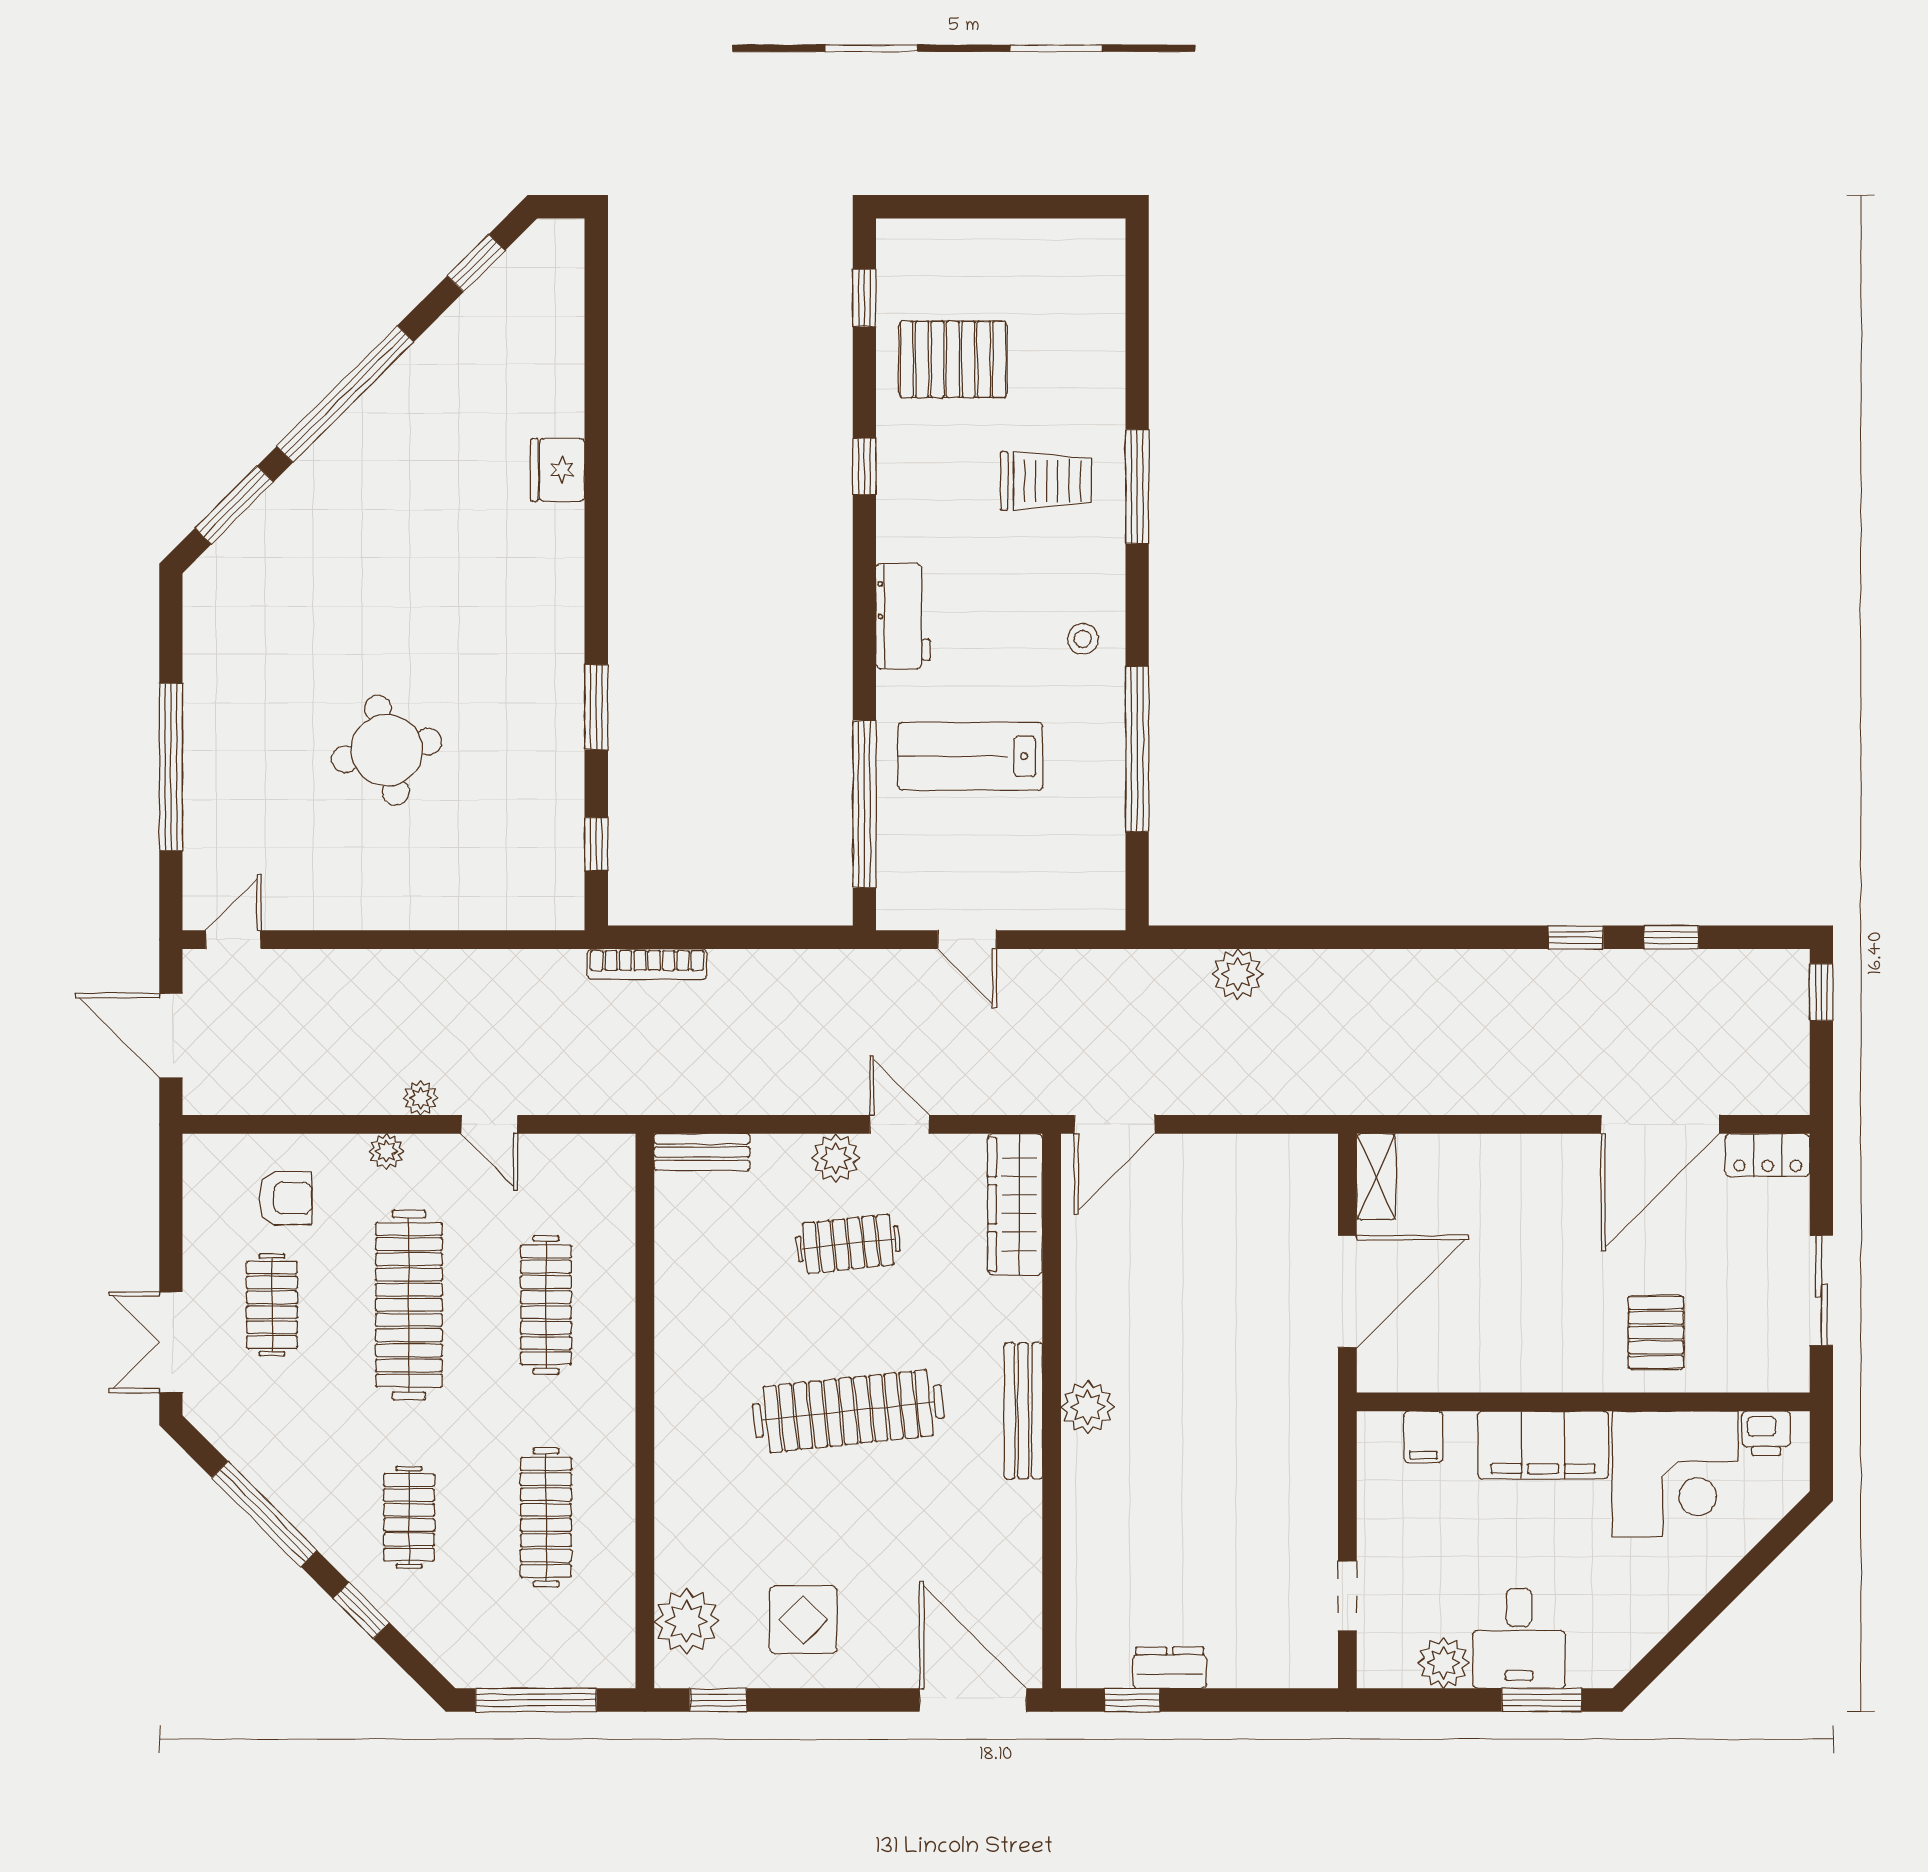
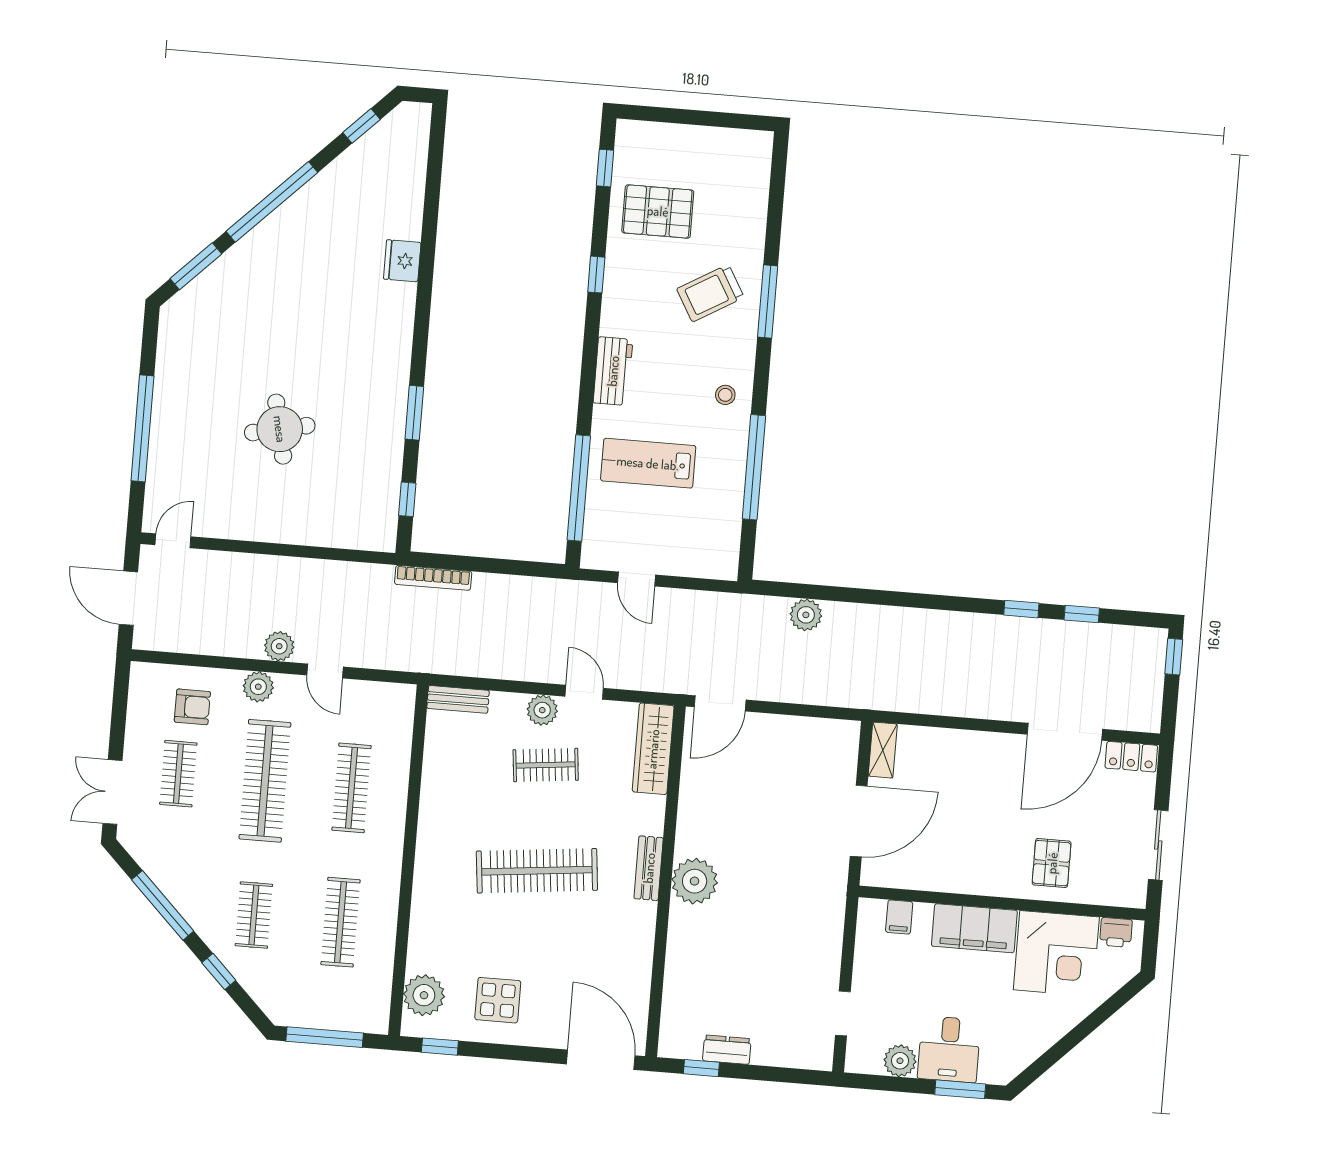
trolley: (1046, 481) -> (710, 293), turned 150
plant: (421, 1098) -> (279, 646), width x1.38, depth x1.38
plant: (386, 1151) -> (258, 687), width x1.38, depth x1.38
plant: (1088, 1407) -> (695, 881), width x1.36, depth x1.36
bench: (1023, 1411) -> (649, 868), width x0.73

